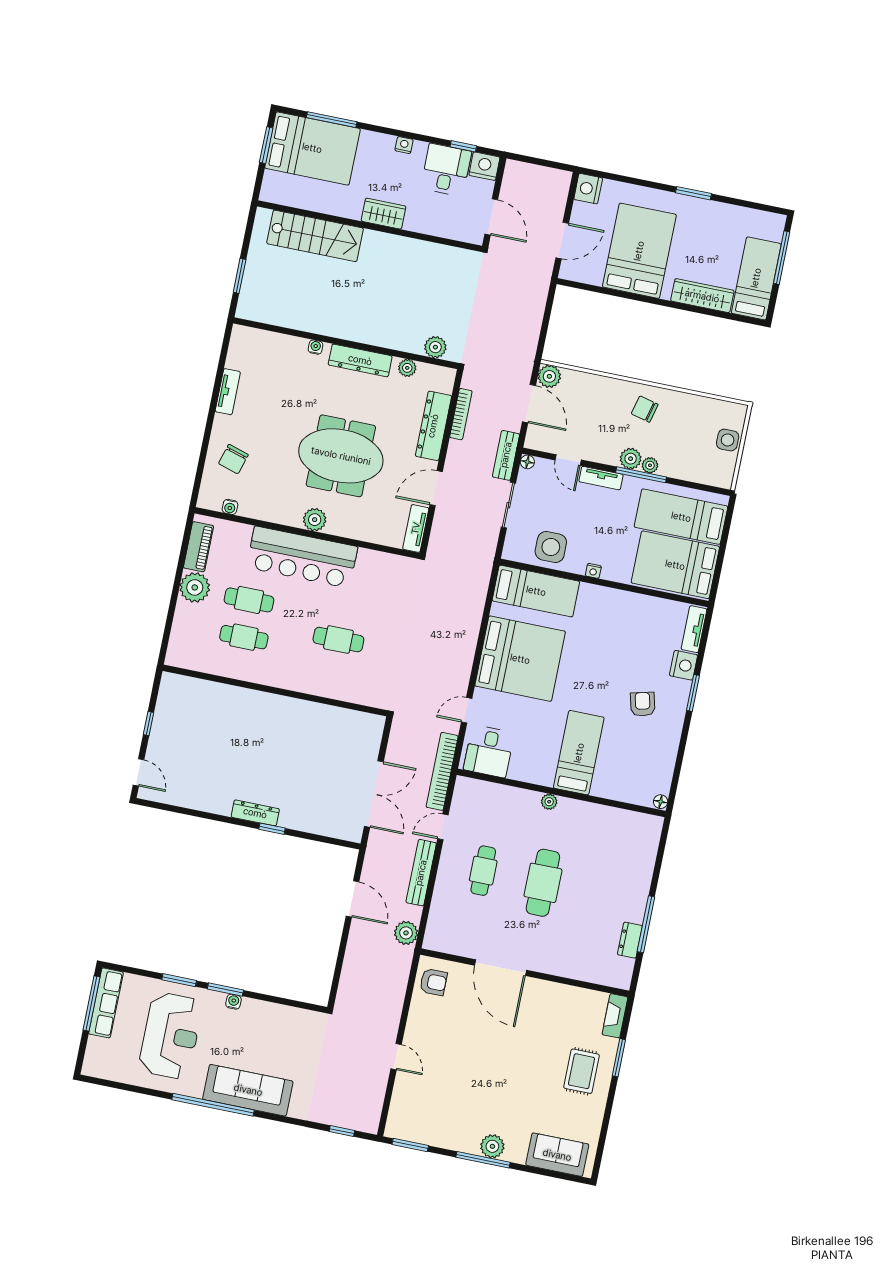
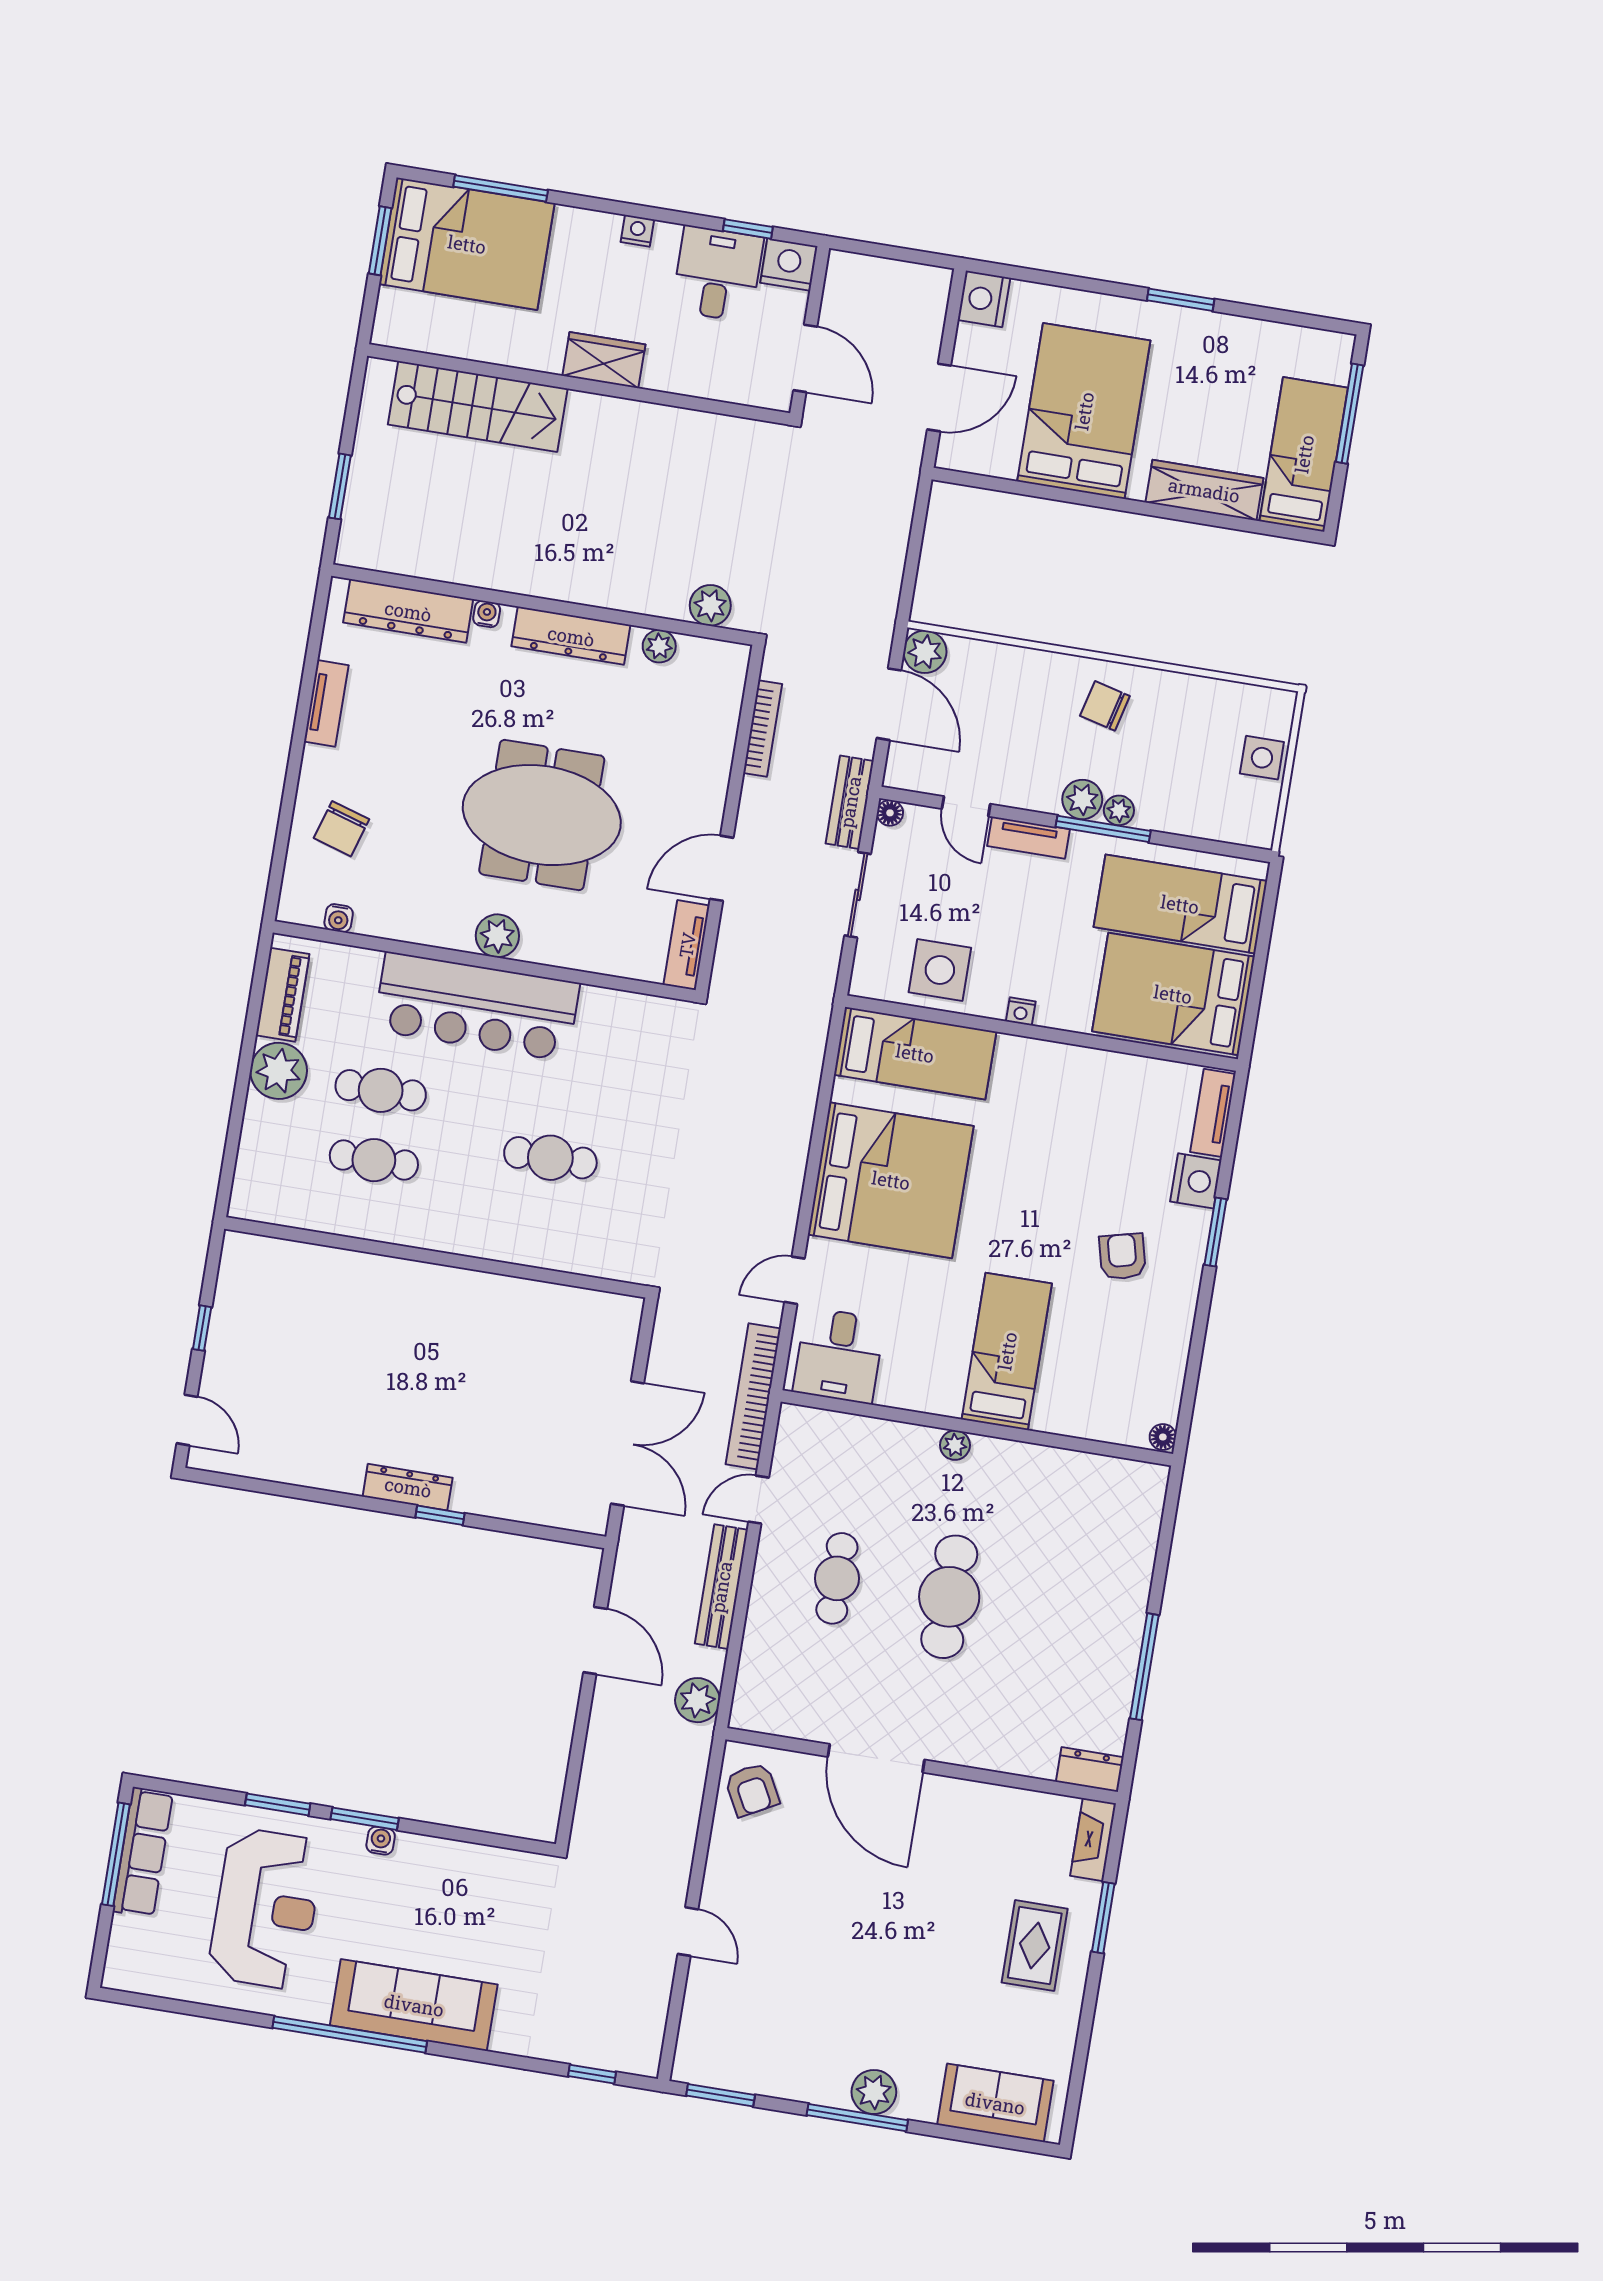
dresser: (433, 426) -> (408, 611), moved, turned -90
dresser: (630, 940) -> (1090, 1769), moved, turned 90
armchair: (433, 982) -> (752, 1790), turned 62

